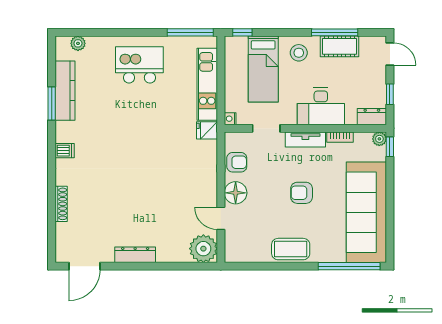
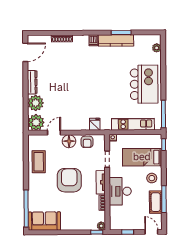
door: (390, 54) -> (151, 232), swing flipped
kitchen island: (139, 65) -> (144, 84), width x1.37, depth x1.28
kitchen counter: (65, 91) -> (116, 40), moved
dresser: (372, 117) -> (114, 221), removed
fridge: (207, 130) -> (95, 124), moved
armchair: (302, 193) -> (69, 180), width x1.88, depth x1.88
sofa: (366, 212) -> (44, 221), width x0.54, depth x0.79
plant: (170, 249) -> (36, 103), added
coffee table: (291, 249) -> (39, 162), moved
door: (84, 266) -> (25, 52), swing flipped

